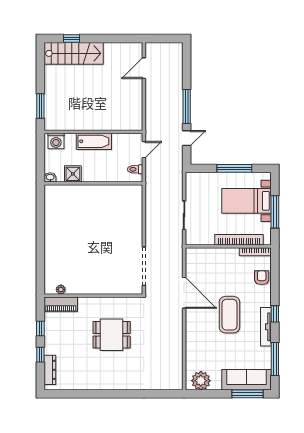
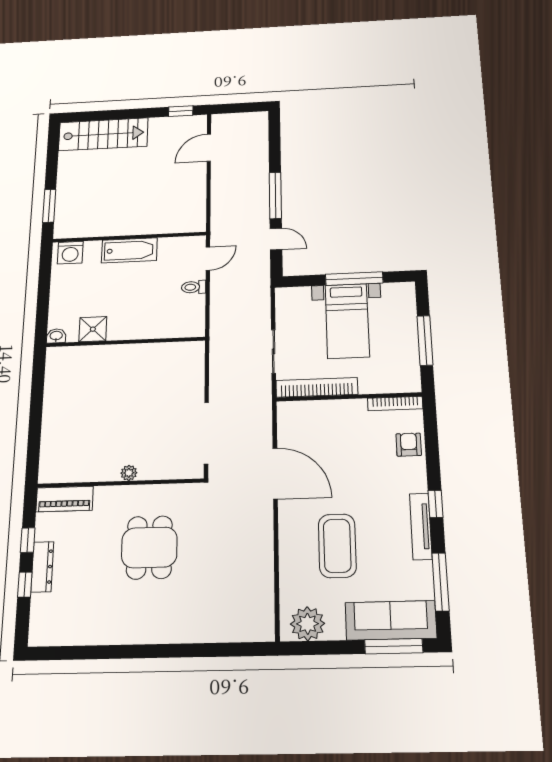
window: (71, 39) -> (181, 111), moved
door: (187, 138) -> (276, 239), hinge flipped
shower: (73, 174) -> (93, 329), moved
washbasin: (50, 177) -> (56, 336), moved
wall: (93, 183) -> (125, 342), moved
bed with nightstands: (246, 201) -> (347, 321), moved, turned -90
bookcase: (239, 240) -> (317, 387), moved
plant: (61, 289) -> (129, 473), moved
coffee table: (229, 315) -> (337, 546), moved
dining table: (112, 335) -> (149, 547), turned 90
dresser: (50, 370) -> (42, 567), moved

